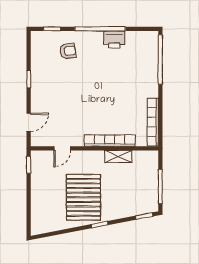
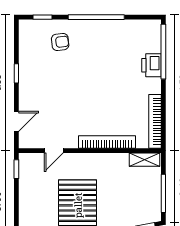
printer: (114, 39) -> (152, 65), moved, turned 90
shelving: (118, 156) -> (144, 160), moved

